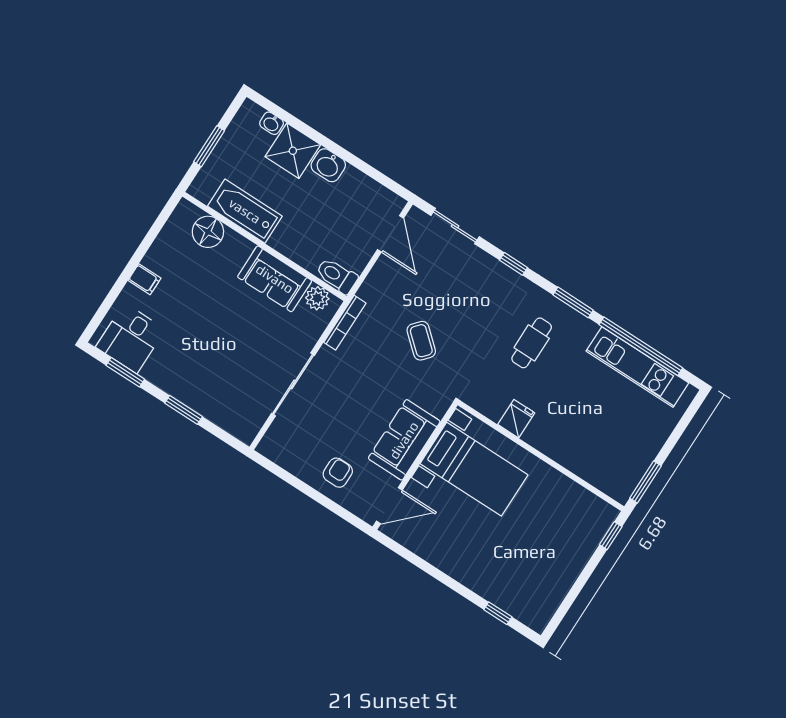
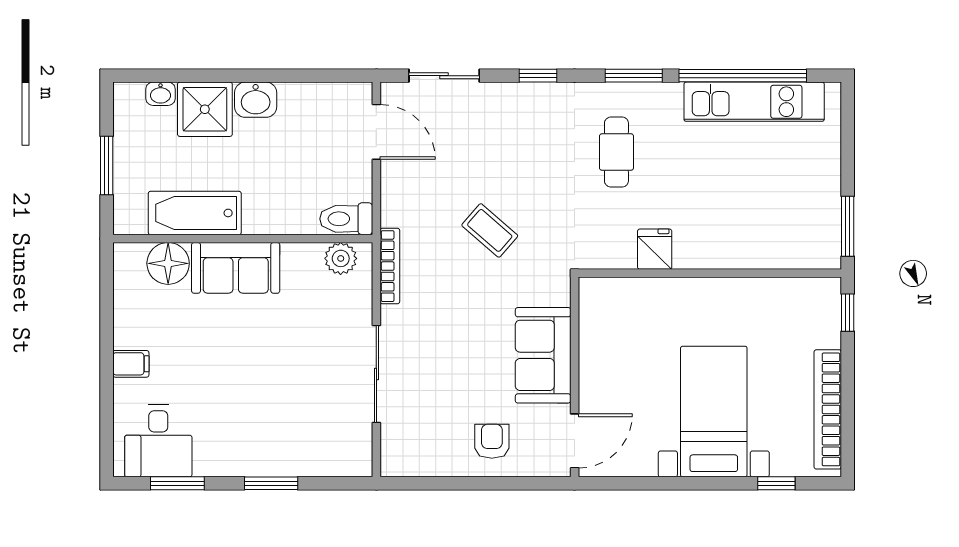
sofa: (275, 279) -> (236, 268), moved
bed with nightstands: (474, 469) -> (714, 412), moved, turned -90
bookcase: (559, 588) -> (828, 409), added

